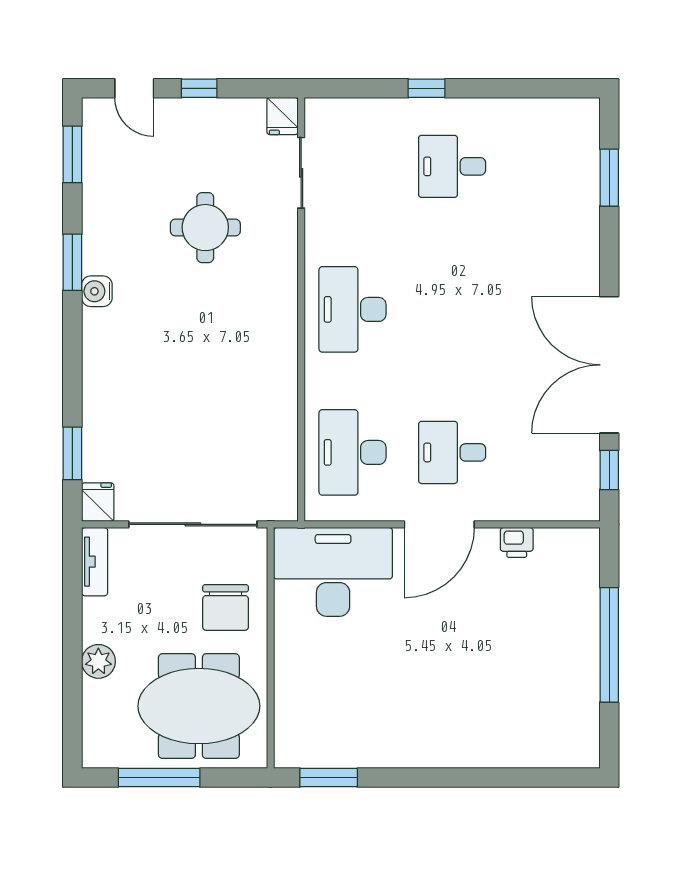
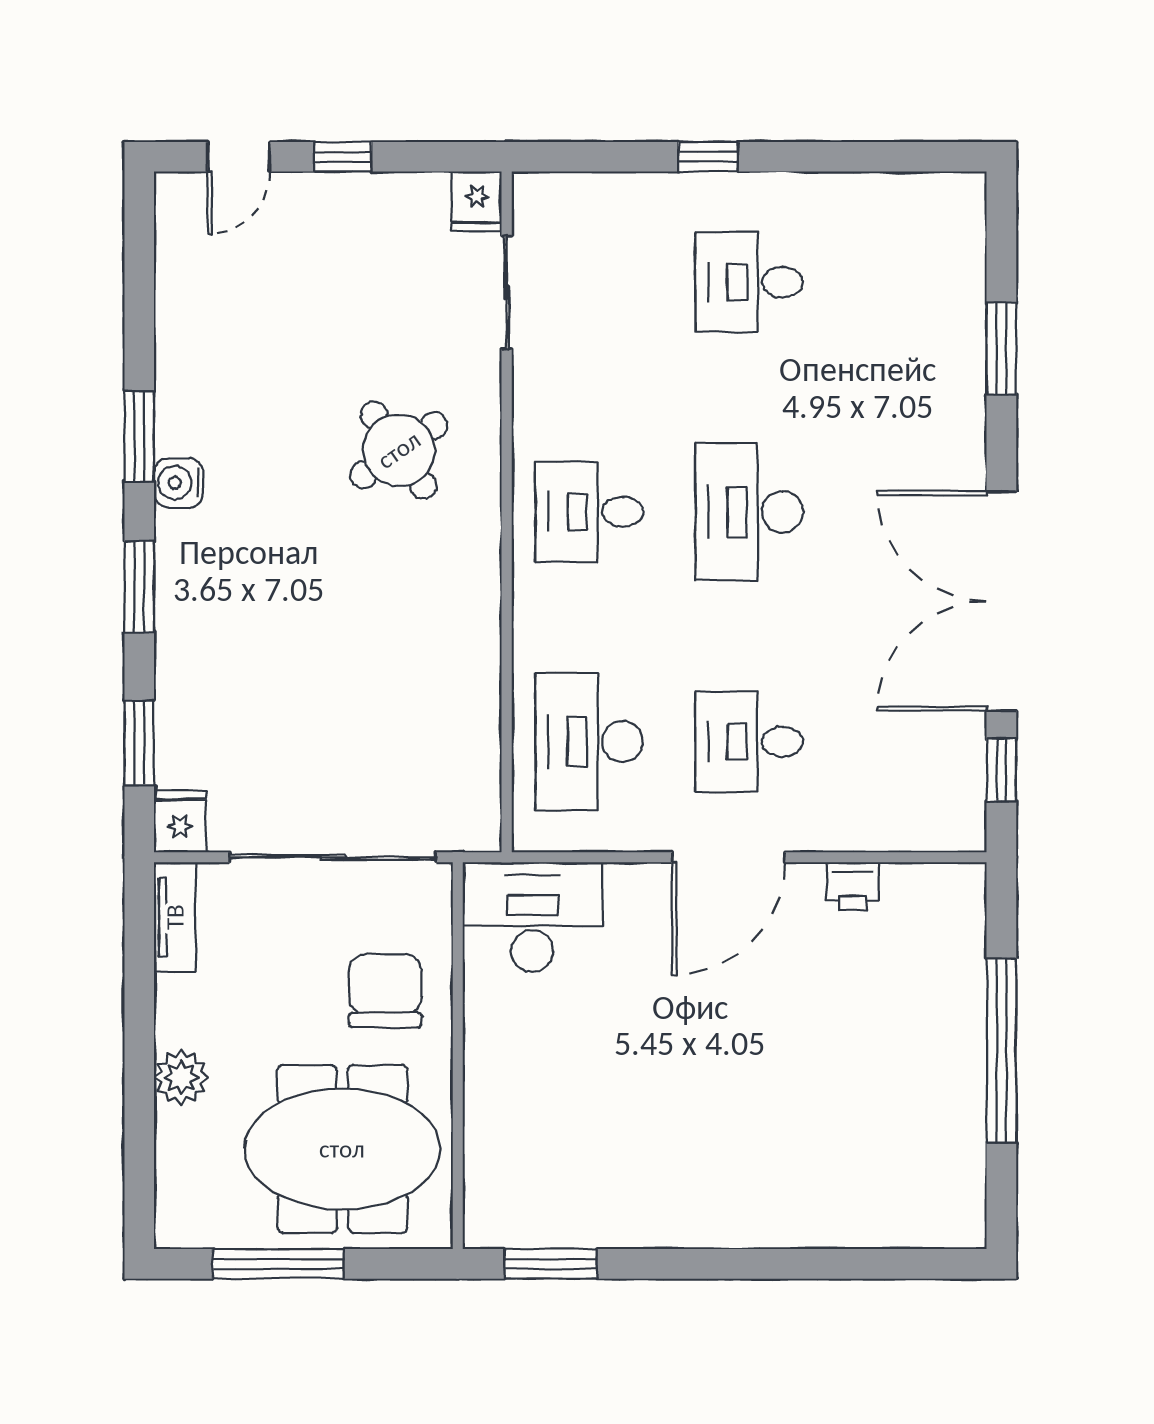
door: (134, 88) -> (239, 157), hinge flipped
window: (72, 154) -> (139, 587), moved
window: (609, 178) -> (1001, 349), moved
round table: (205, 228) -> (399, 450), moved, turned -35
desk: (353, 309) -> (589, 512), width x0.73
desk: (452, 309) -> (749, 512), added
desk: (333, 572) -> (532, 917), width x0.73, depth x0.77
chair: (226, 607) -> (385, 991), turned 180

